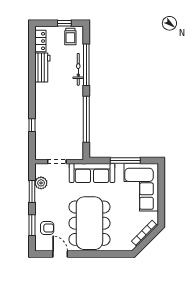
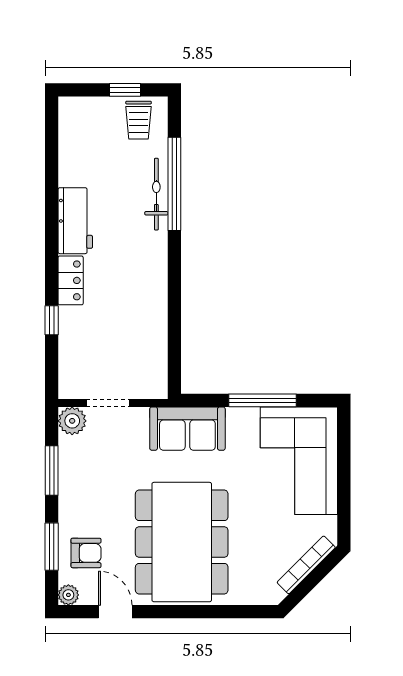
locker: (40, 41) -> (71, 280), moved
workbench: (42, 67) -> (75, 221), moved
window: (86, 119) -> (174, 307), removed
sofa: (92, 173) -> (187, 429), width x0.73
plant: (41, 183) -> (72, 421), moved
plant: (39, 247) -> (68, 595), added

